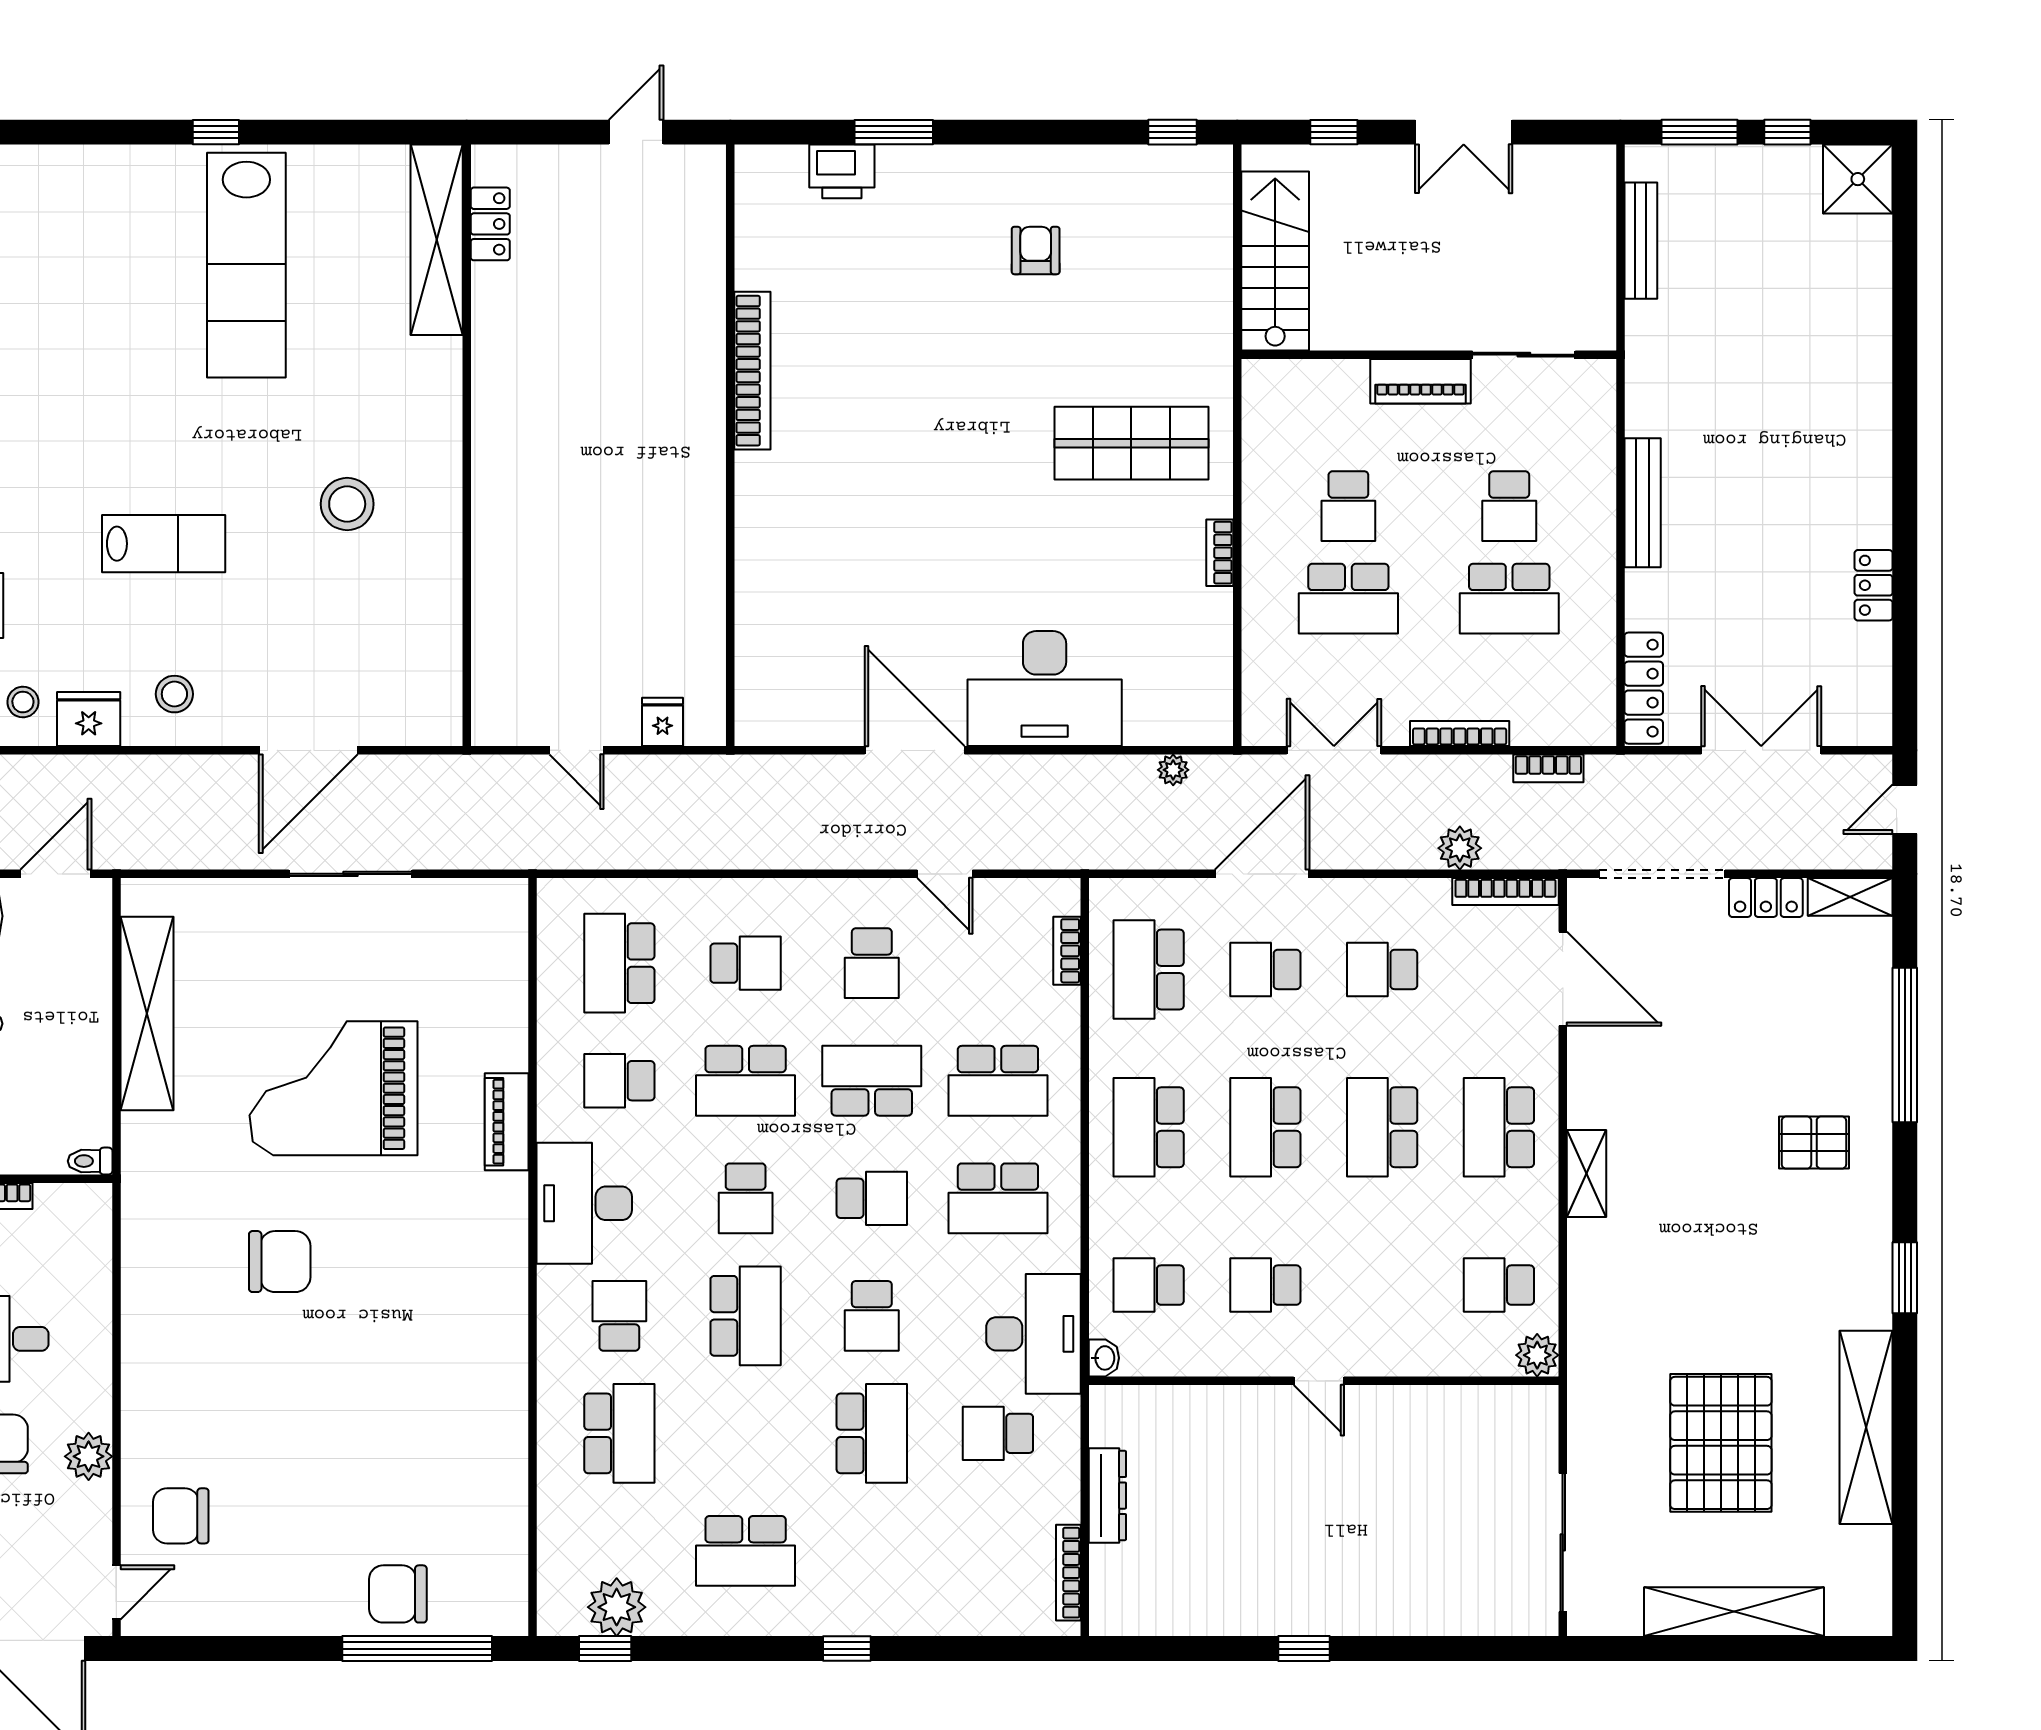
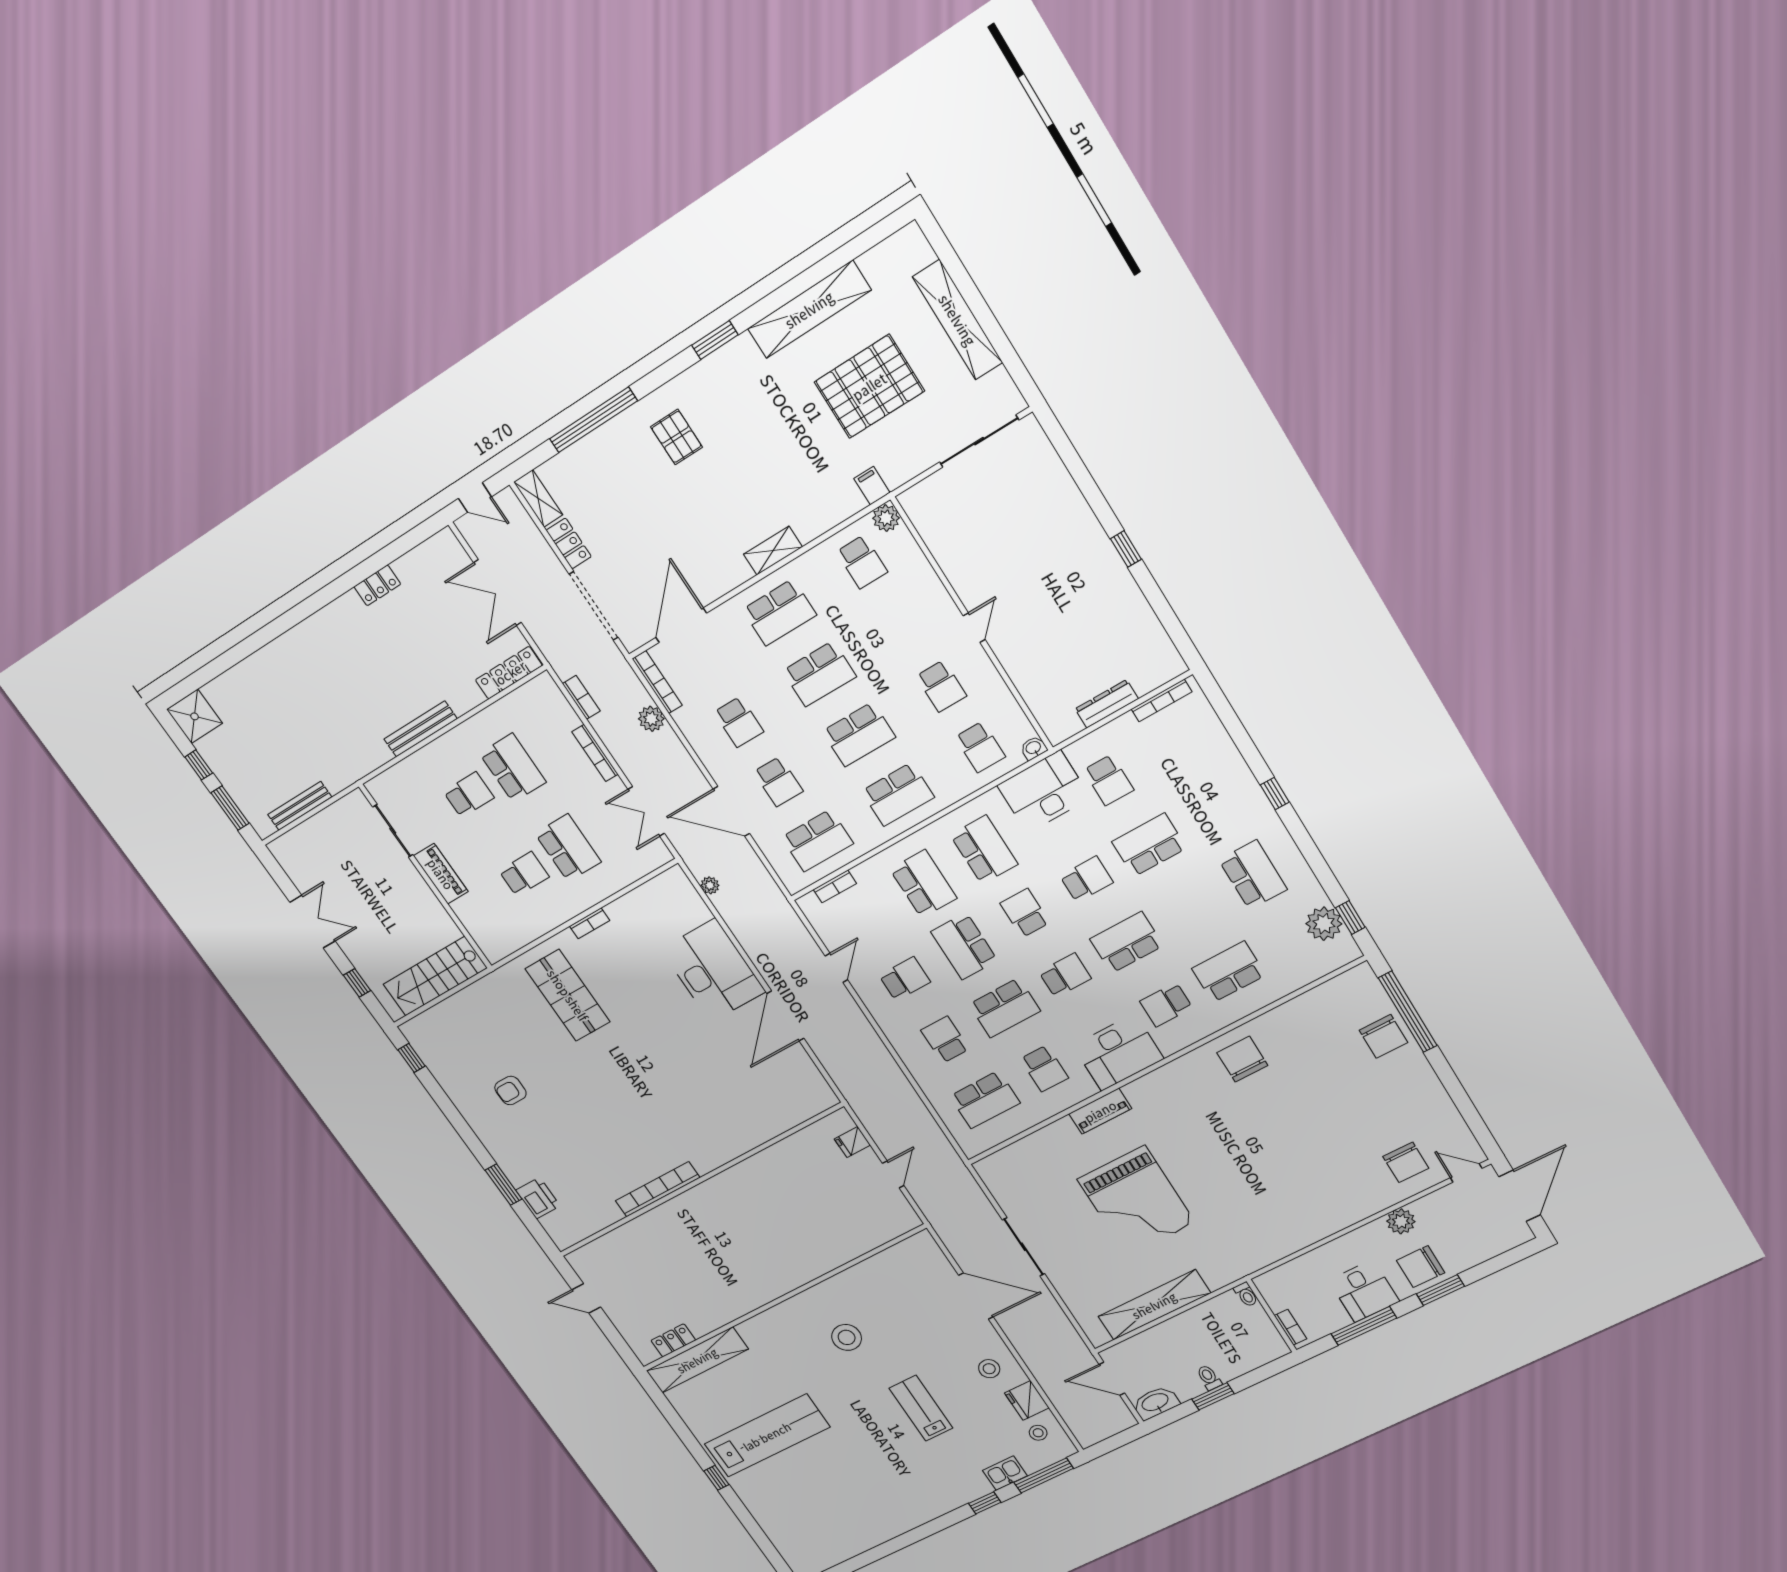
school desk: (746, 1081) -> (1005, 1008), turned 90
chair: (280, 1262) -> (1242, 1059), moved
filing cabinet: (1591, 1364) -> (872, 486), added

